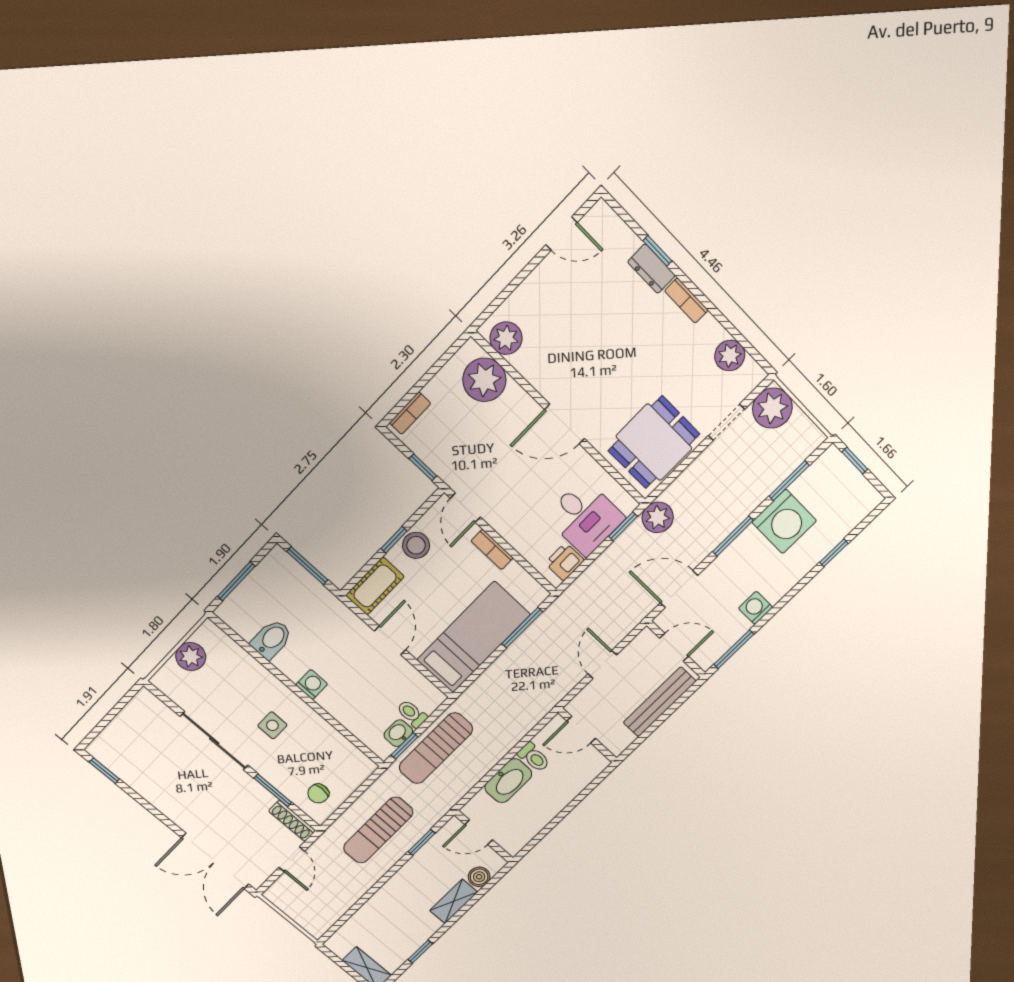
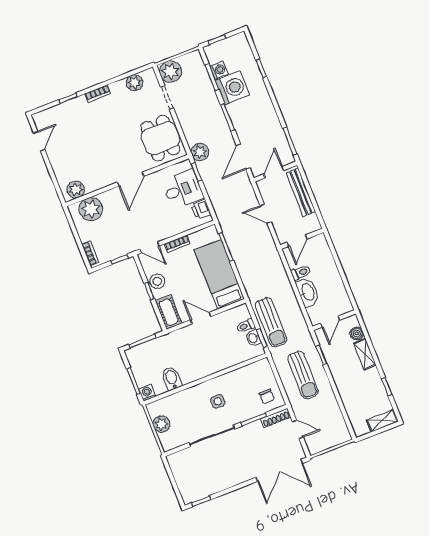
dresser: (651, 269) -> (75, 105), removed
washing machine: (756, 608) -> (219, 70), moved, turned 180
washing machine: (312, 684) -> (147, 393), moved

